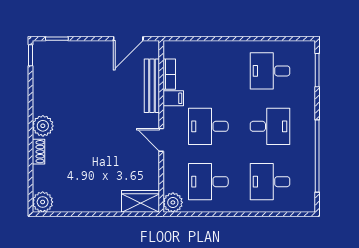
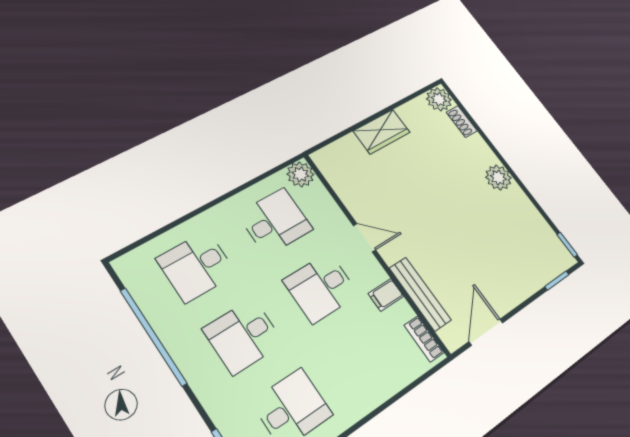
bookcase: (169, 74) -> (424, 339), moved
desk: (208, 126) -> (321, 287), turned 180
shoe rack: (38, 152) -> (462, 122), moved
desk: (270, 182) -> (197, 266), turned 180
wardrobe: (141, 201) -> (382, 132), moved

